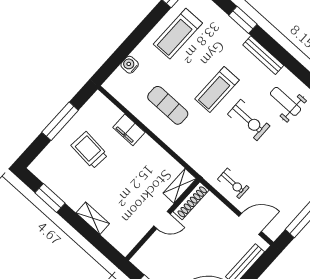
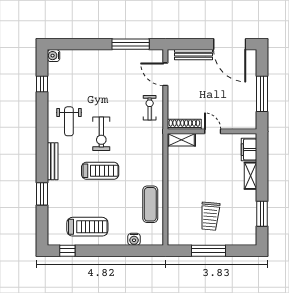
exercise mat: (168, 105) -> (150, 204), moved
exercise bike: (249, 120) -> (101, 134), turned 180
filing cabinet: (129, 130) -> (249, 150), moved, turned 180

